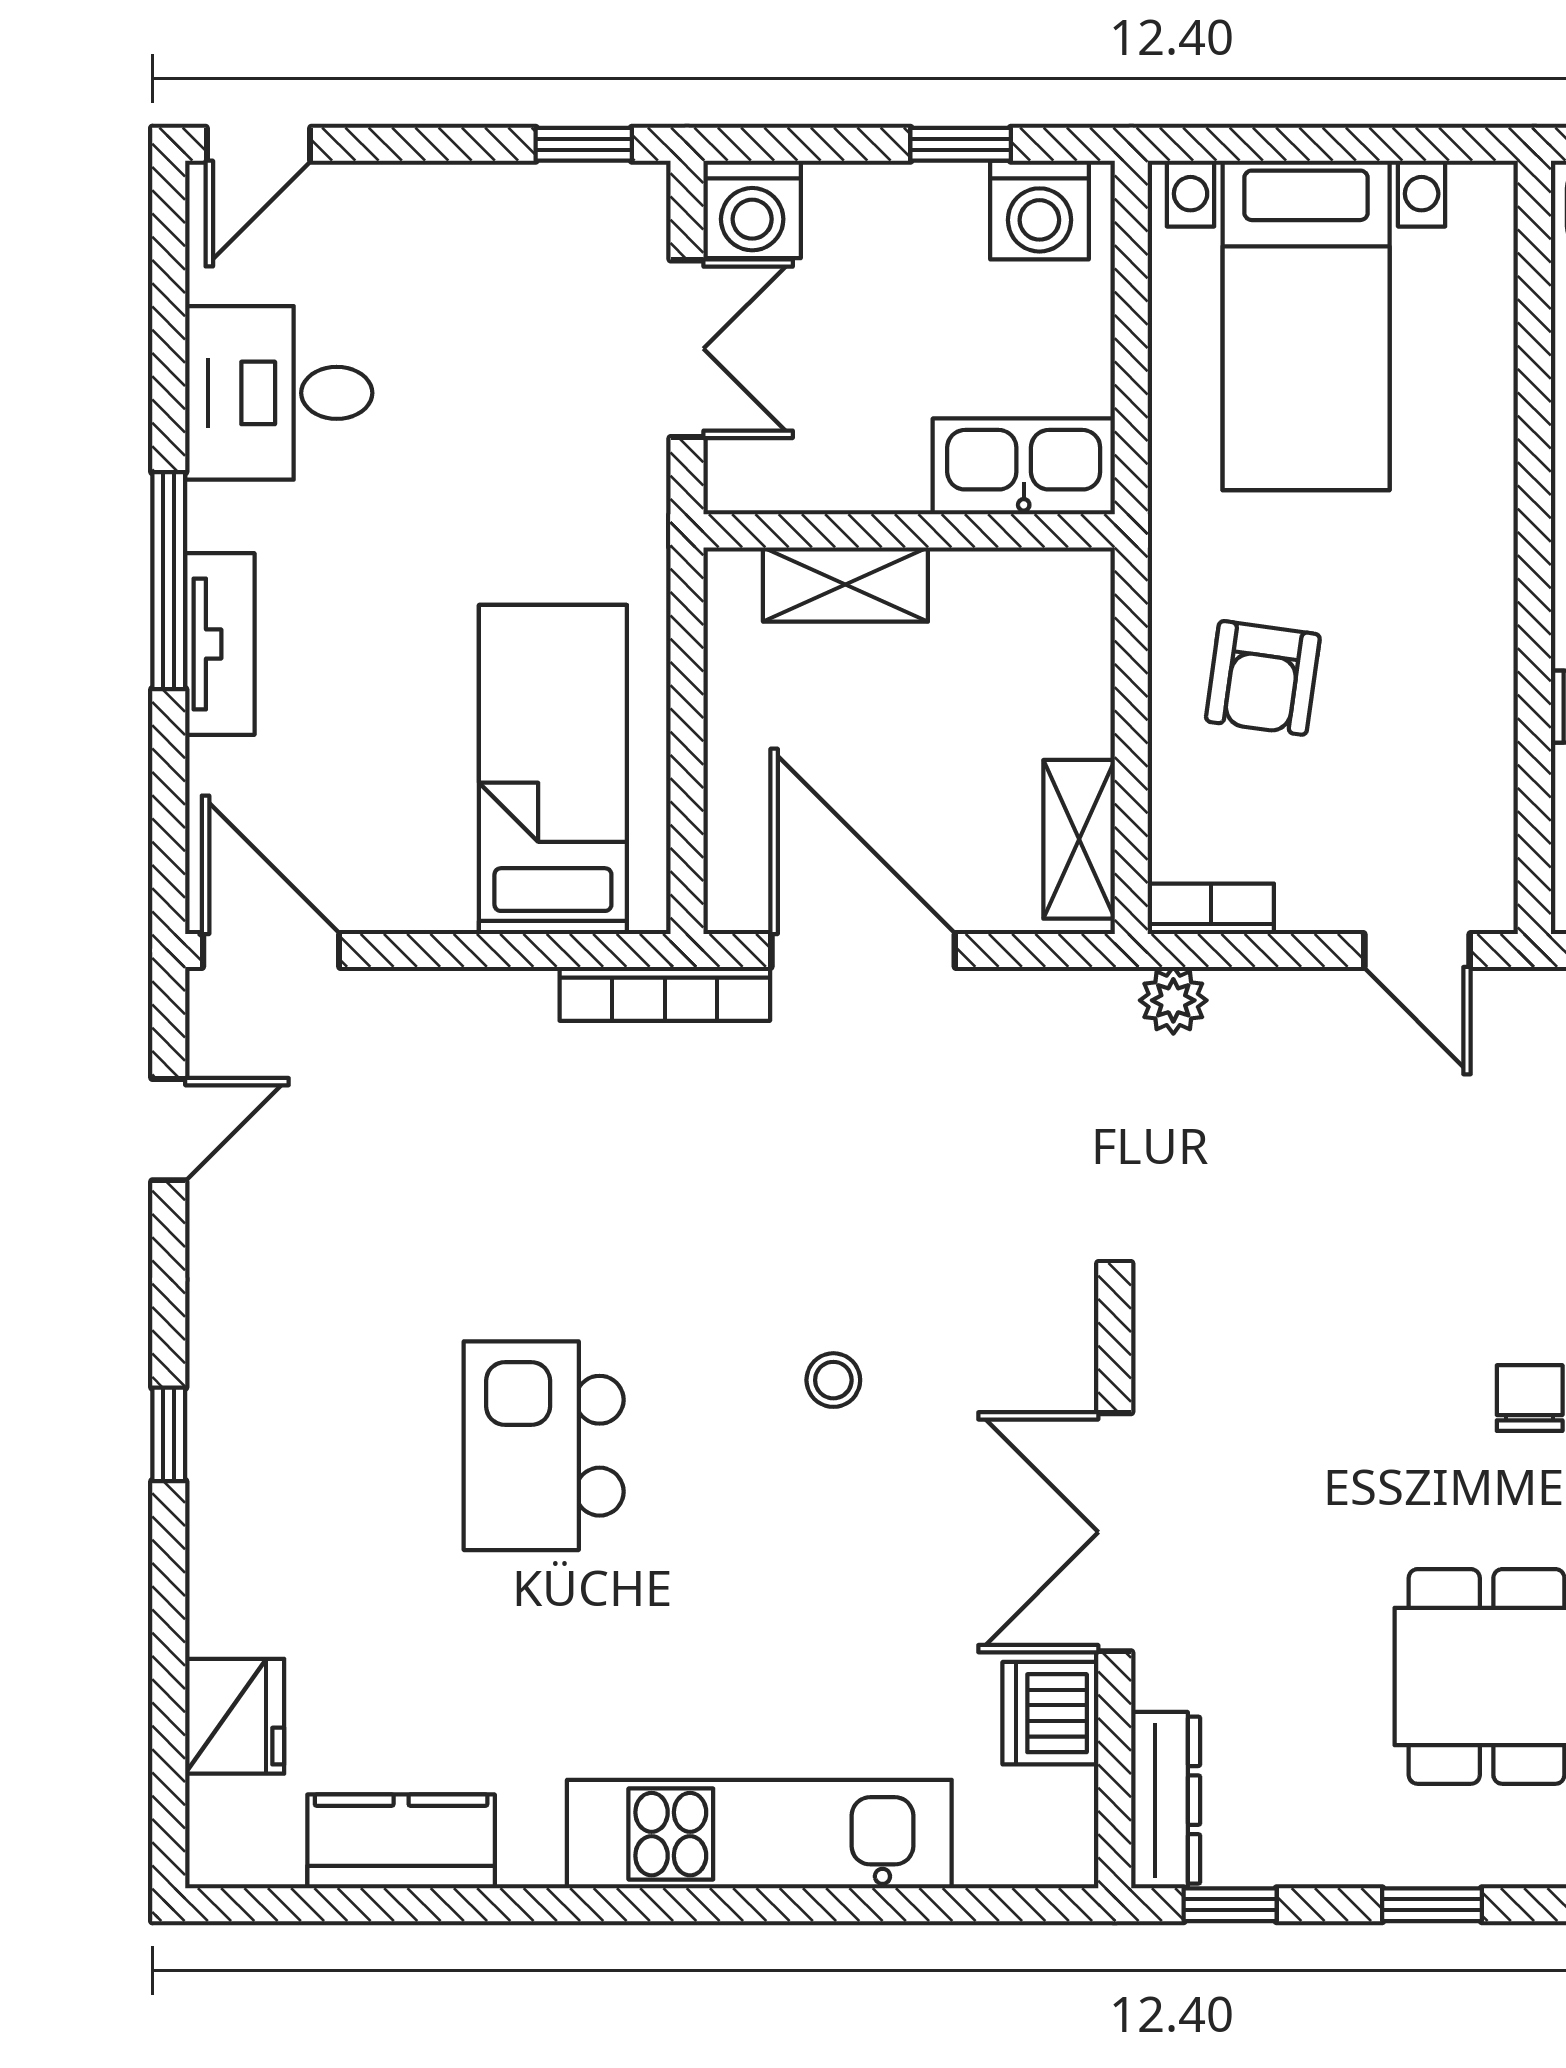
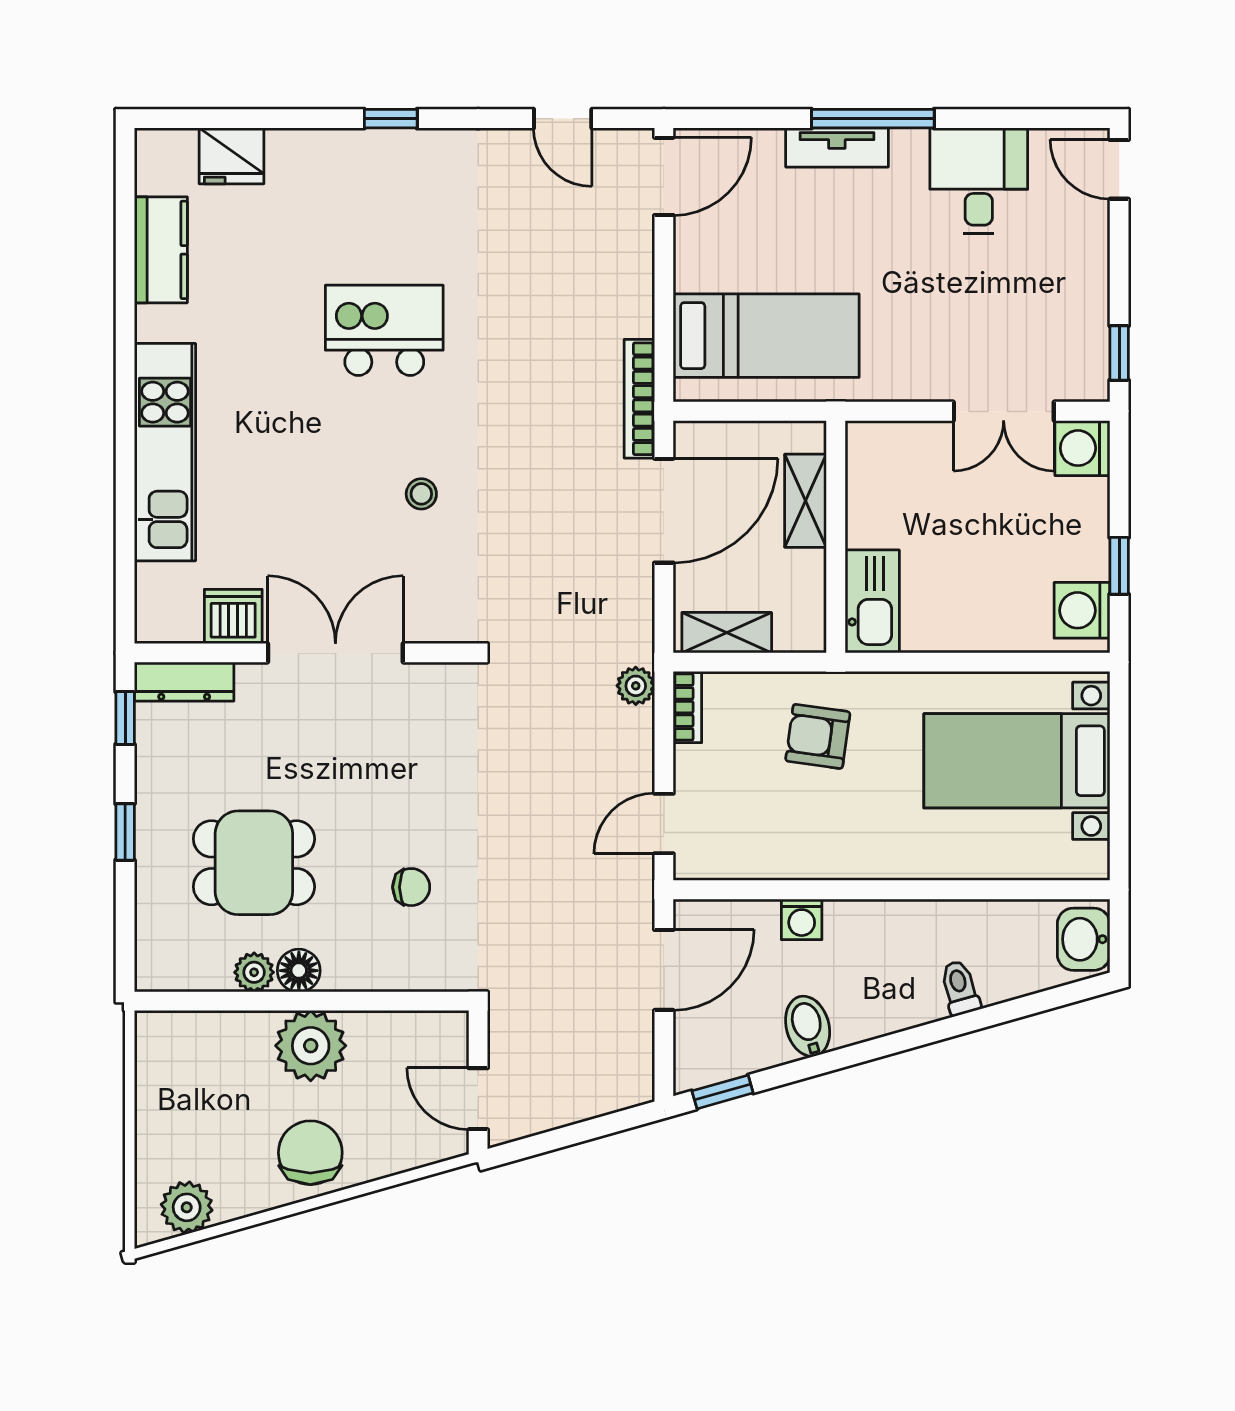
kitchen sink: (1024, 466) -> (872, 601), moved
wall: (909, 531) -> (836, 537), moved
shelving: (845, 585) -> (806, 501), moved

